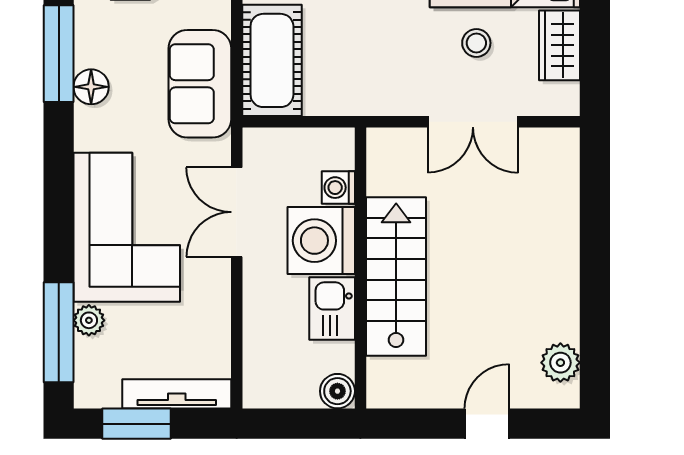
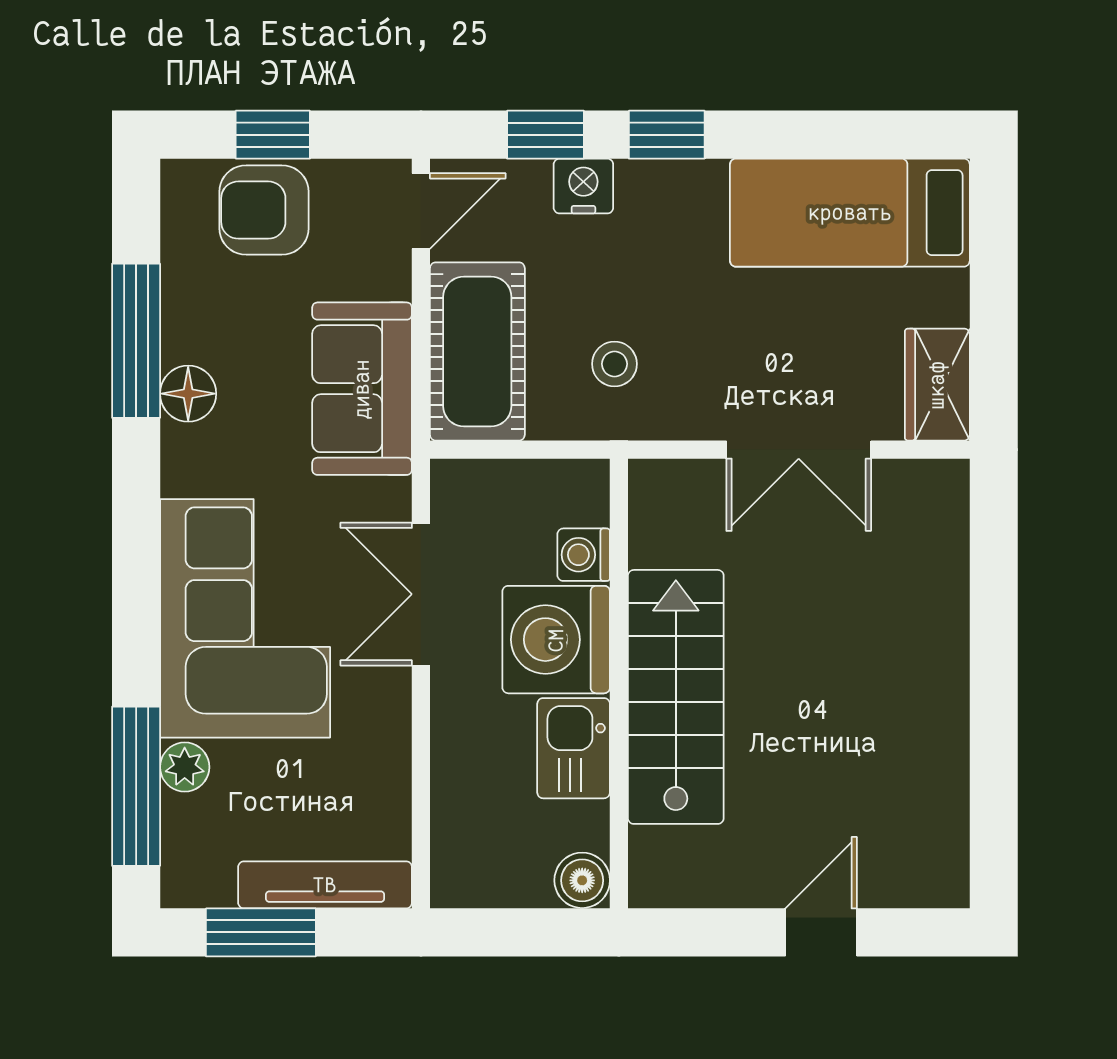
stool: (476, 43) -> (614, 364), moved
wardrobe: (560, 45) -> (937, 385), moved
plant: (560, 363) -> (939, 835), removed

